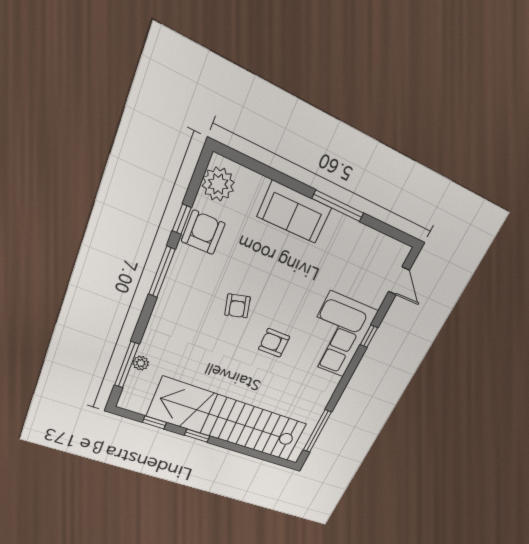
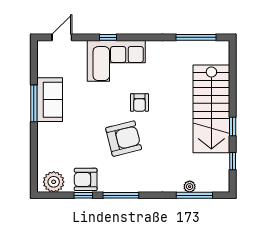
sofa: (294, 212) -> (50, 100), moved
armchair: (237, 306) -> (124, 139), width x1.88, depth x1.88
stairs: (228, 420) -> (211, 109), width x0.73

